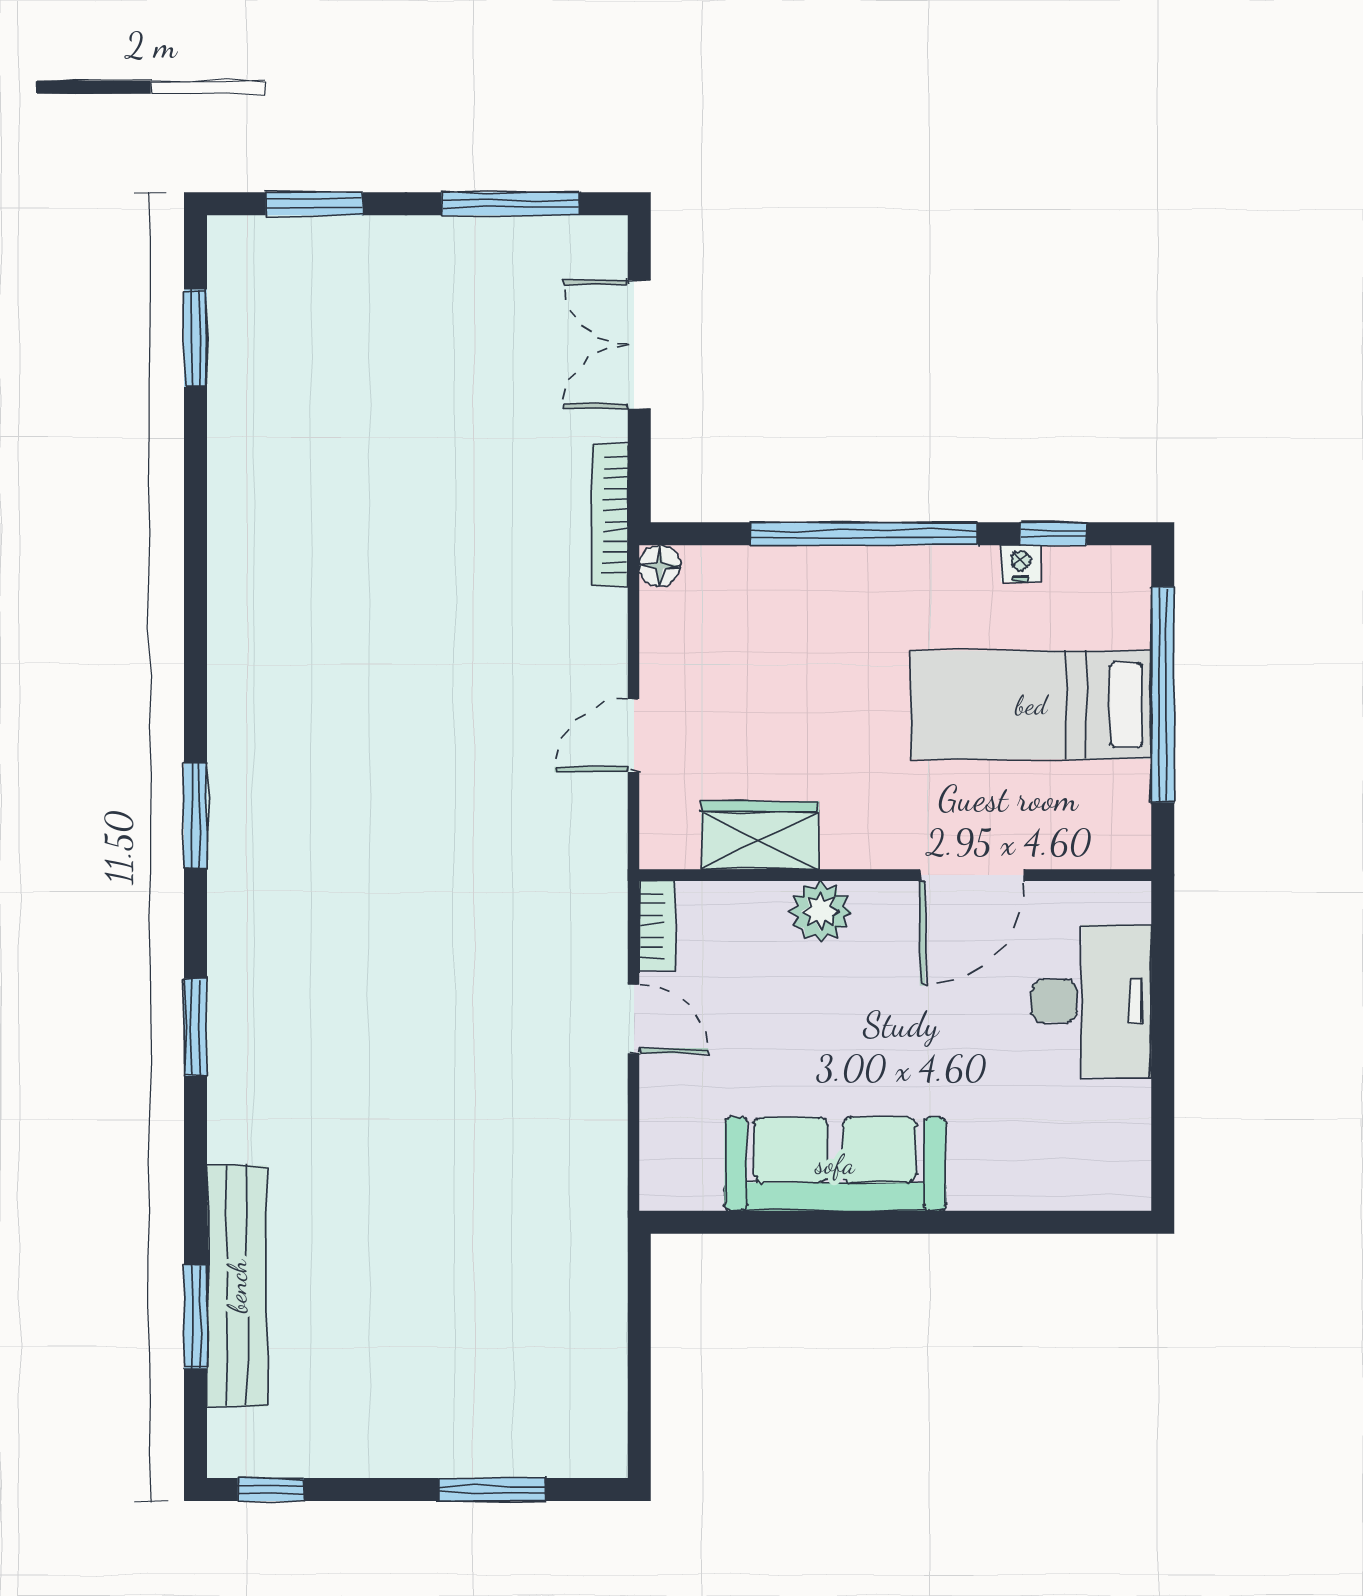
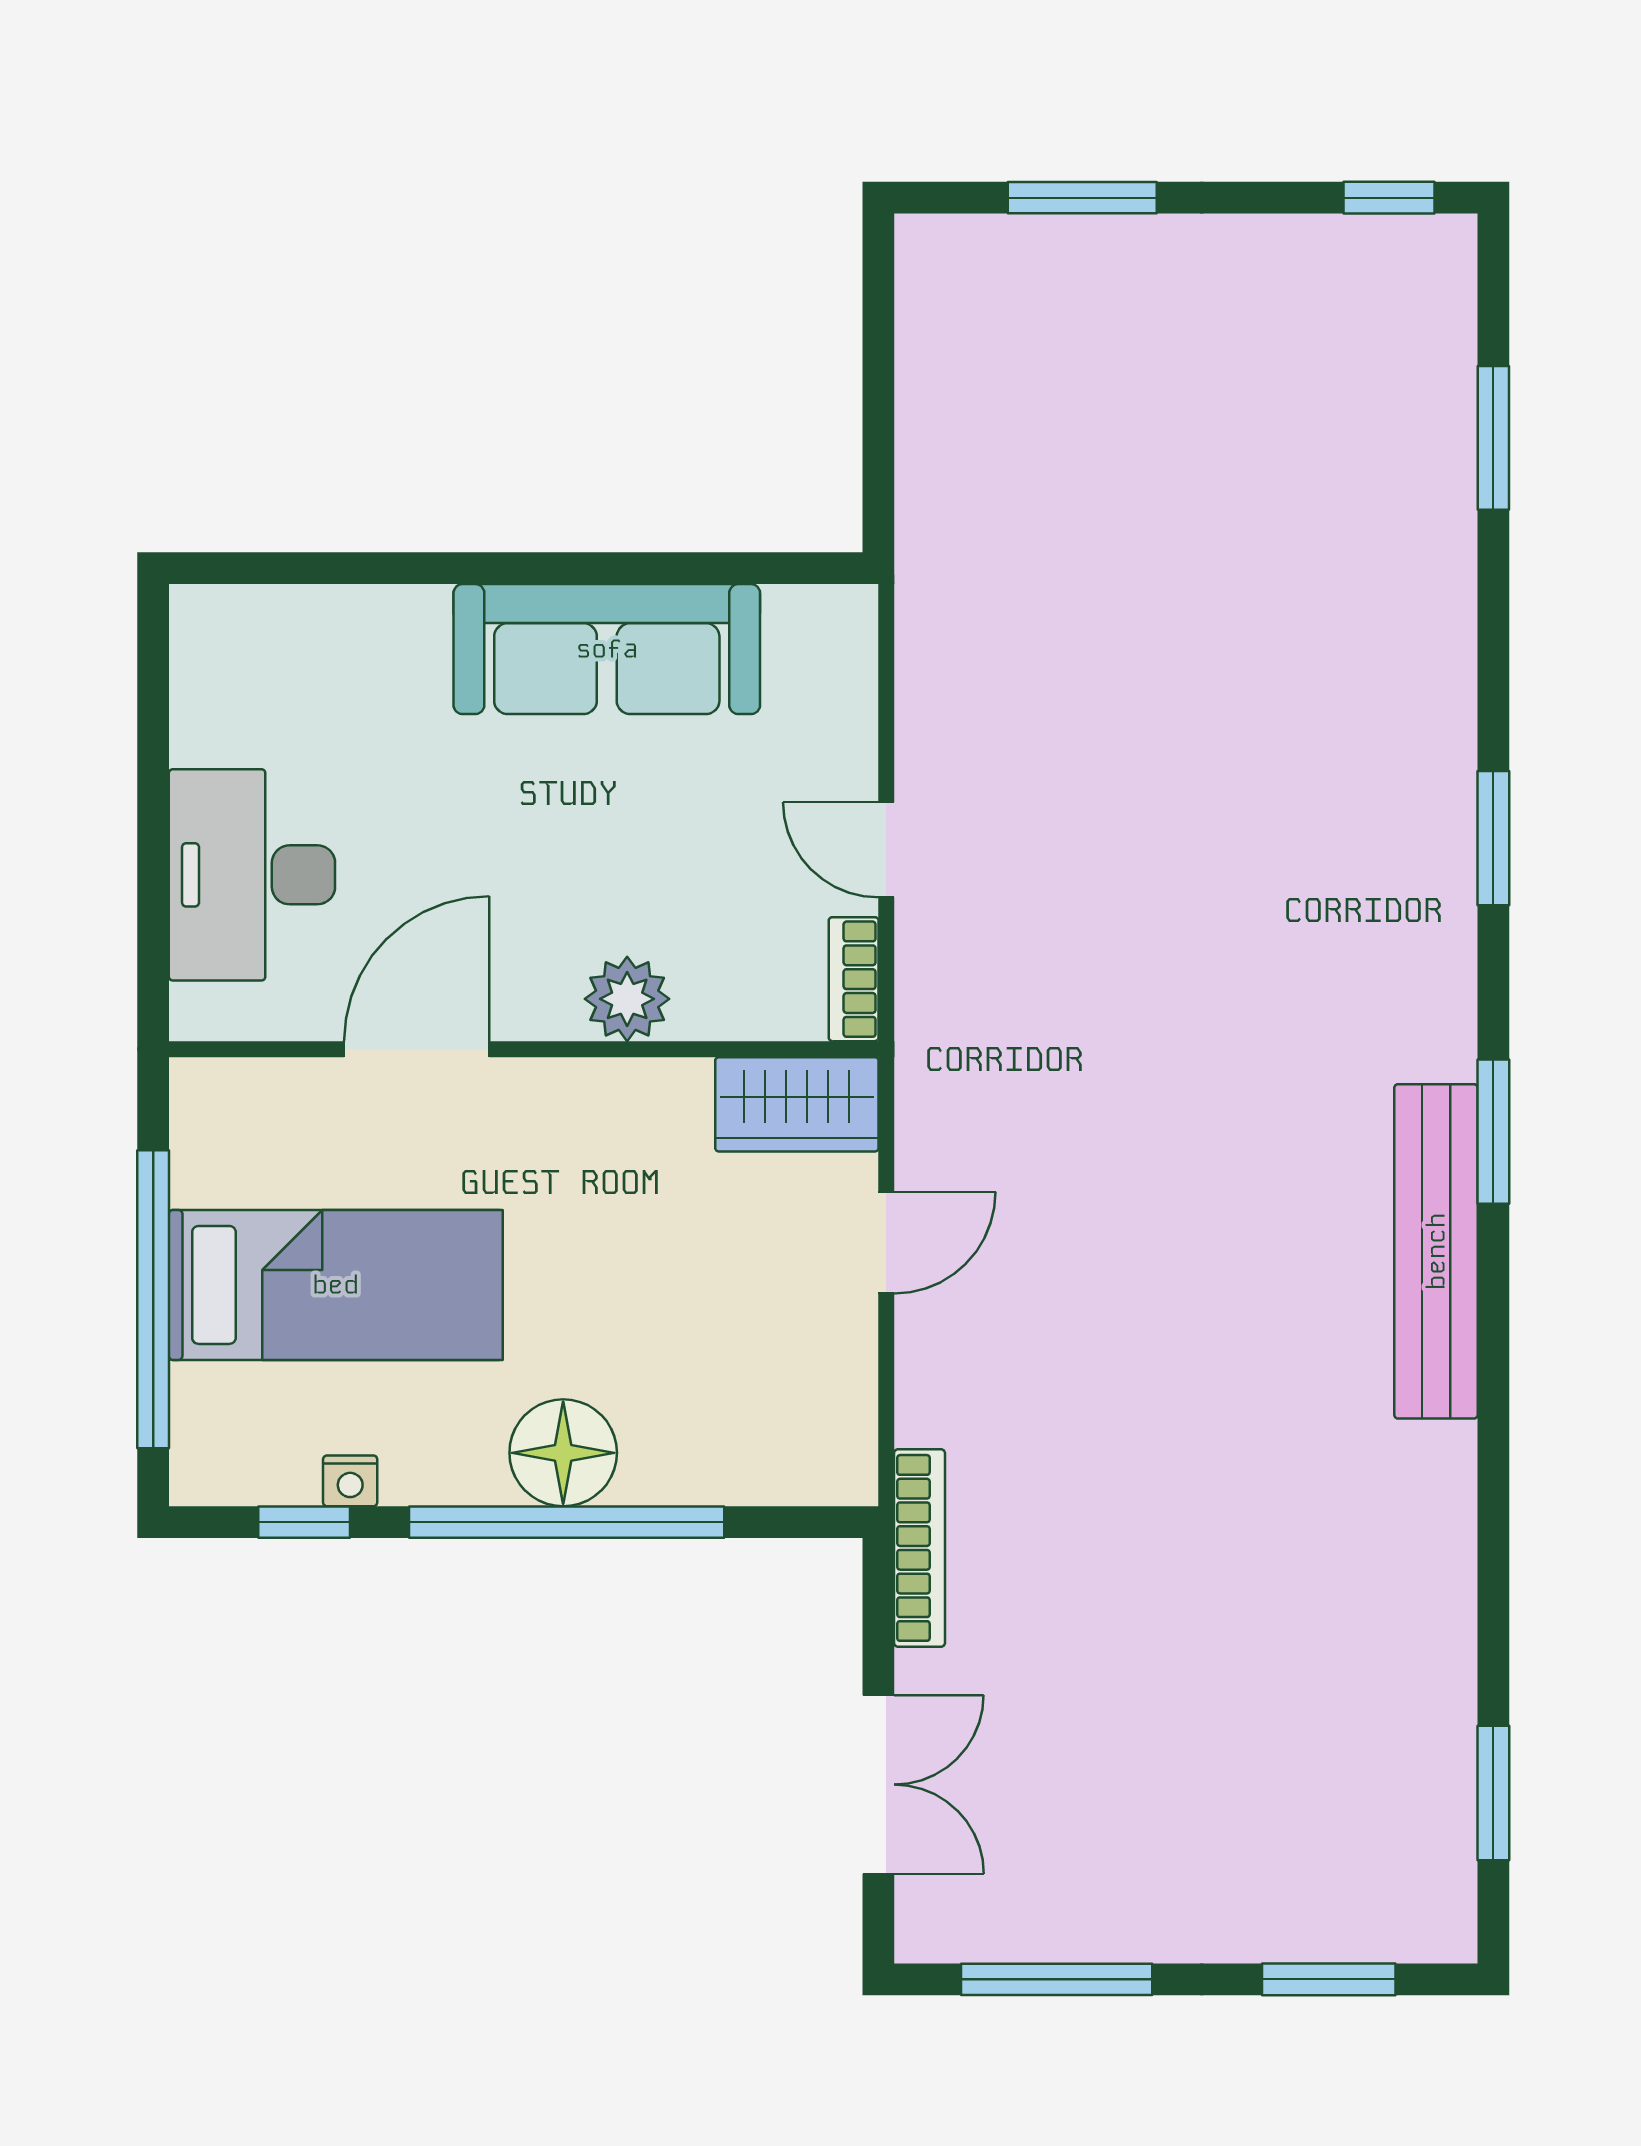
floor lamp: (660, 566) -> (563, 1453), moved, width x1.89, depth x1.89
wardrobe: (760, 835) -> (797, 1104), moved
bench: (237, 1286) -> (1436, 1251), moved

